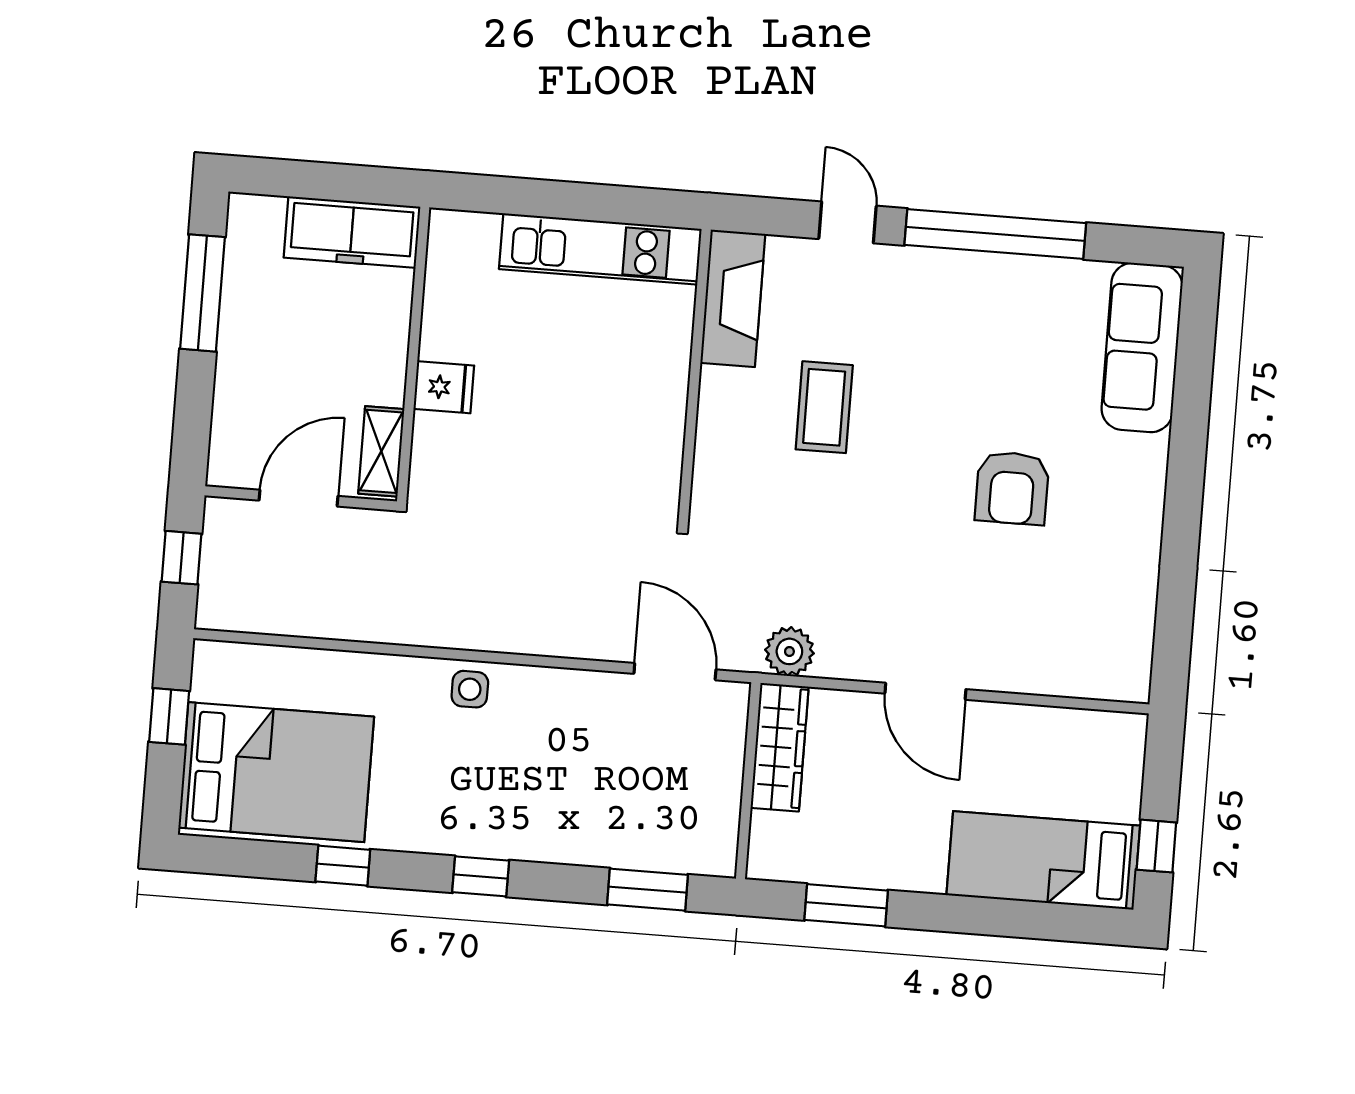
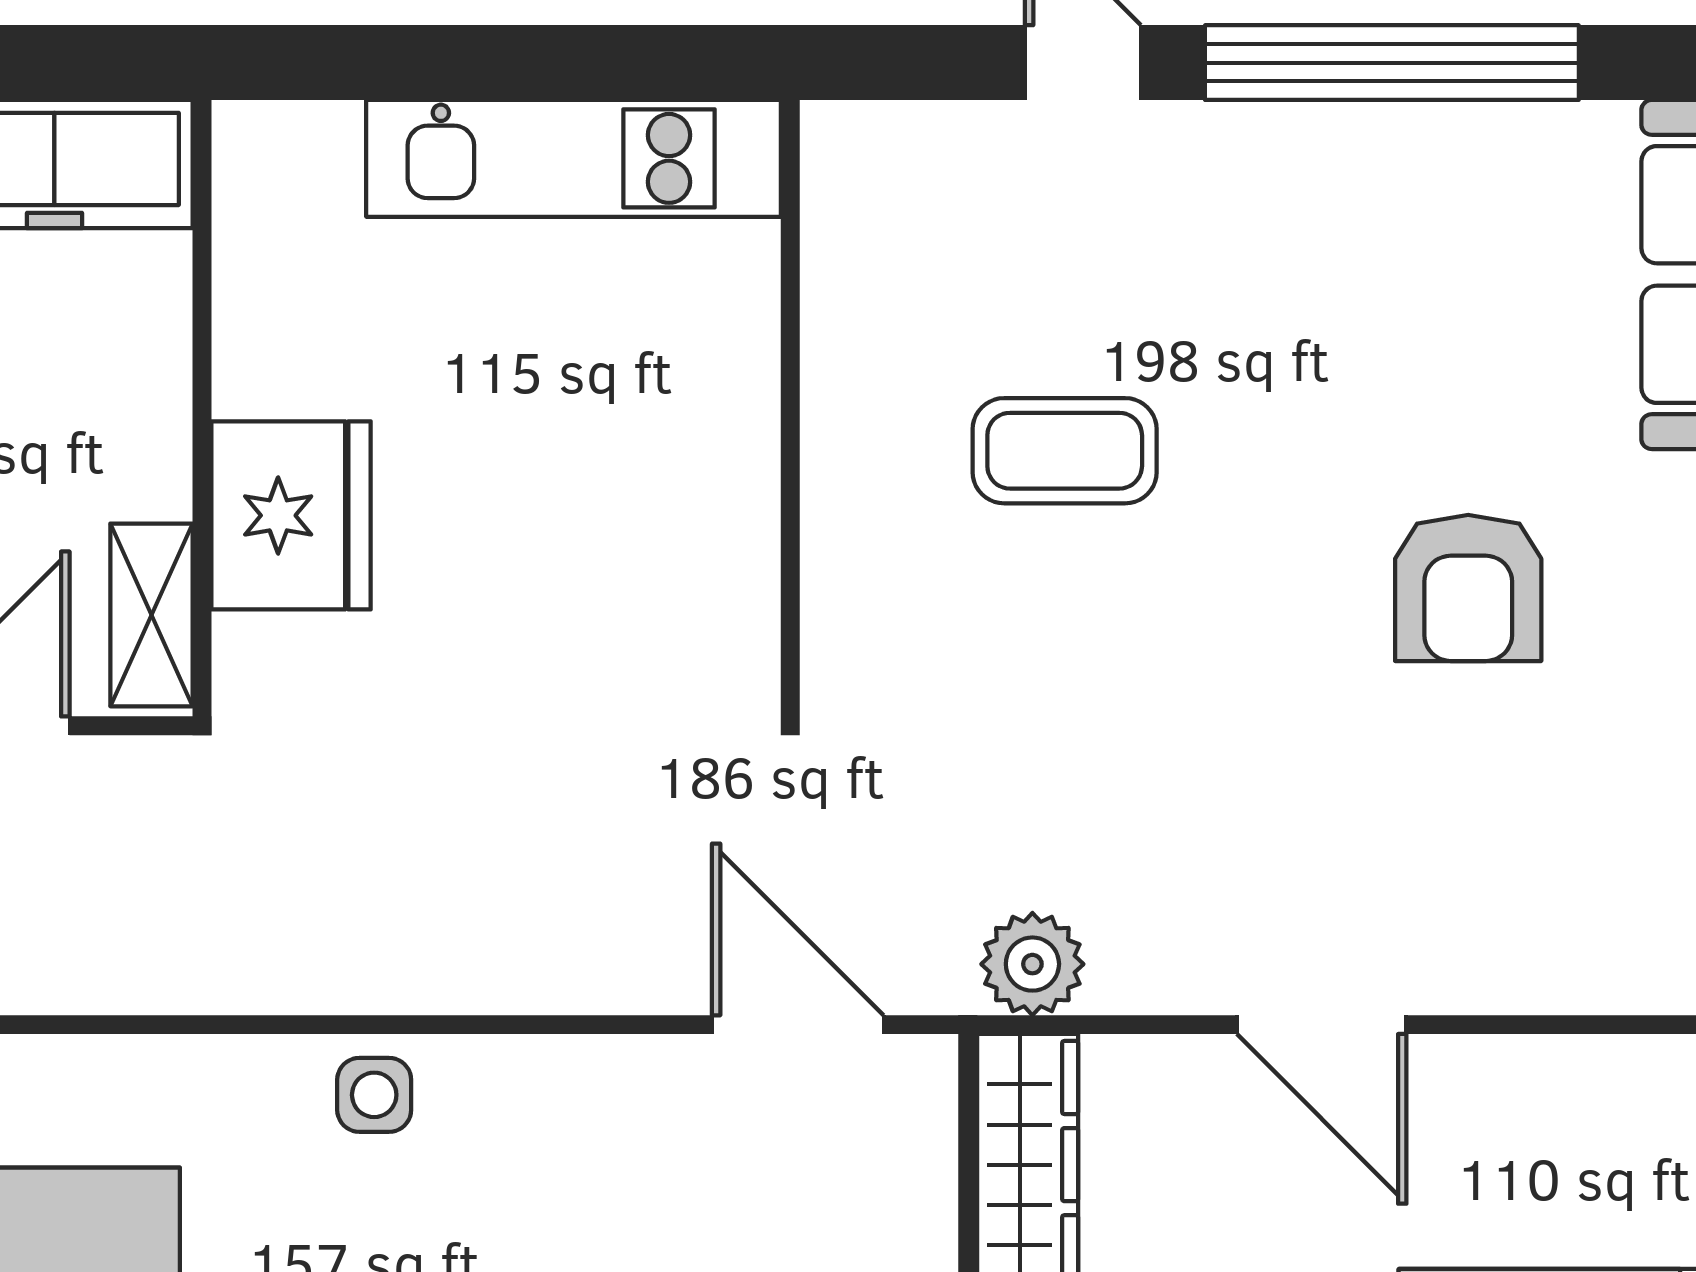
fireplace: (733, 298) -> (857, 239), removed
fridge: (444, 387) -> (291, 515), width x1.88, depth x1.34
coffee table: (824, 407) -> (1065, 451), turned 90

